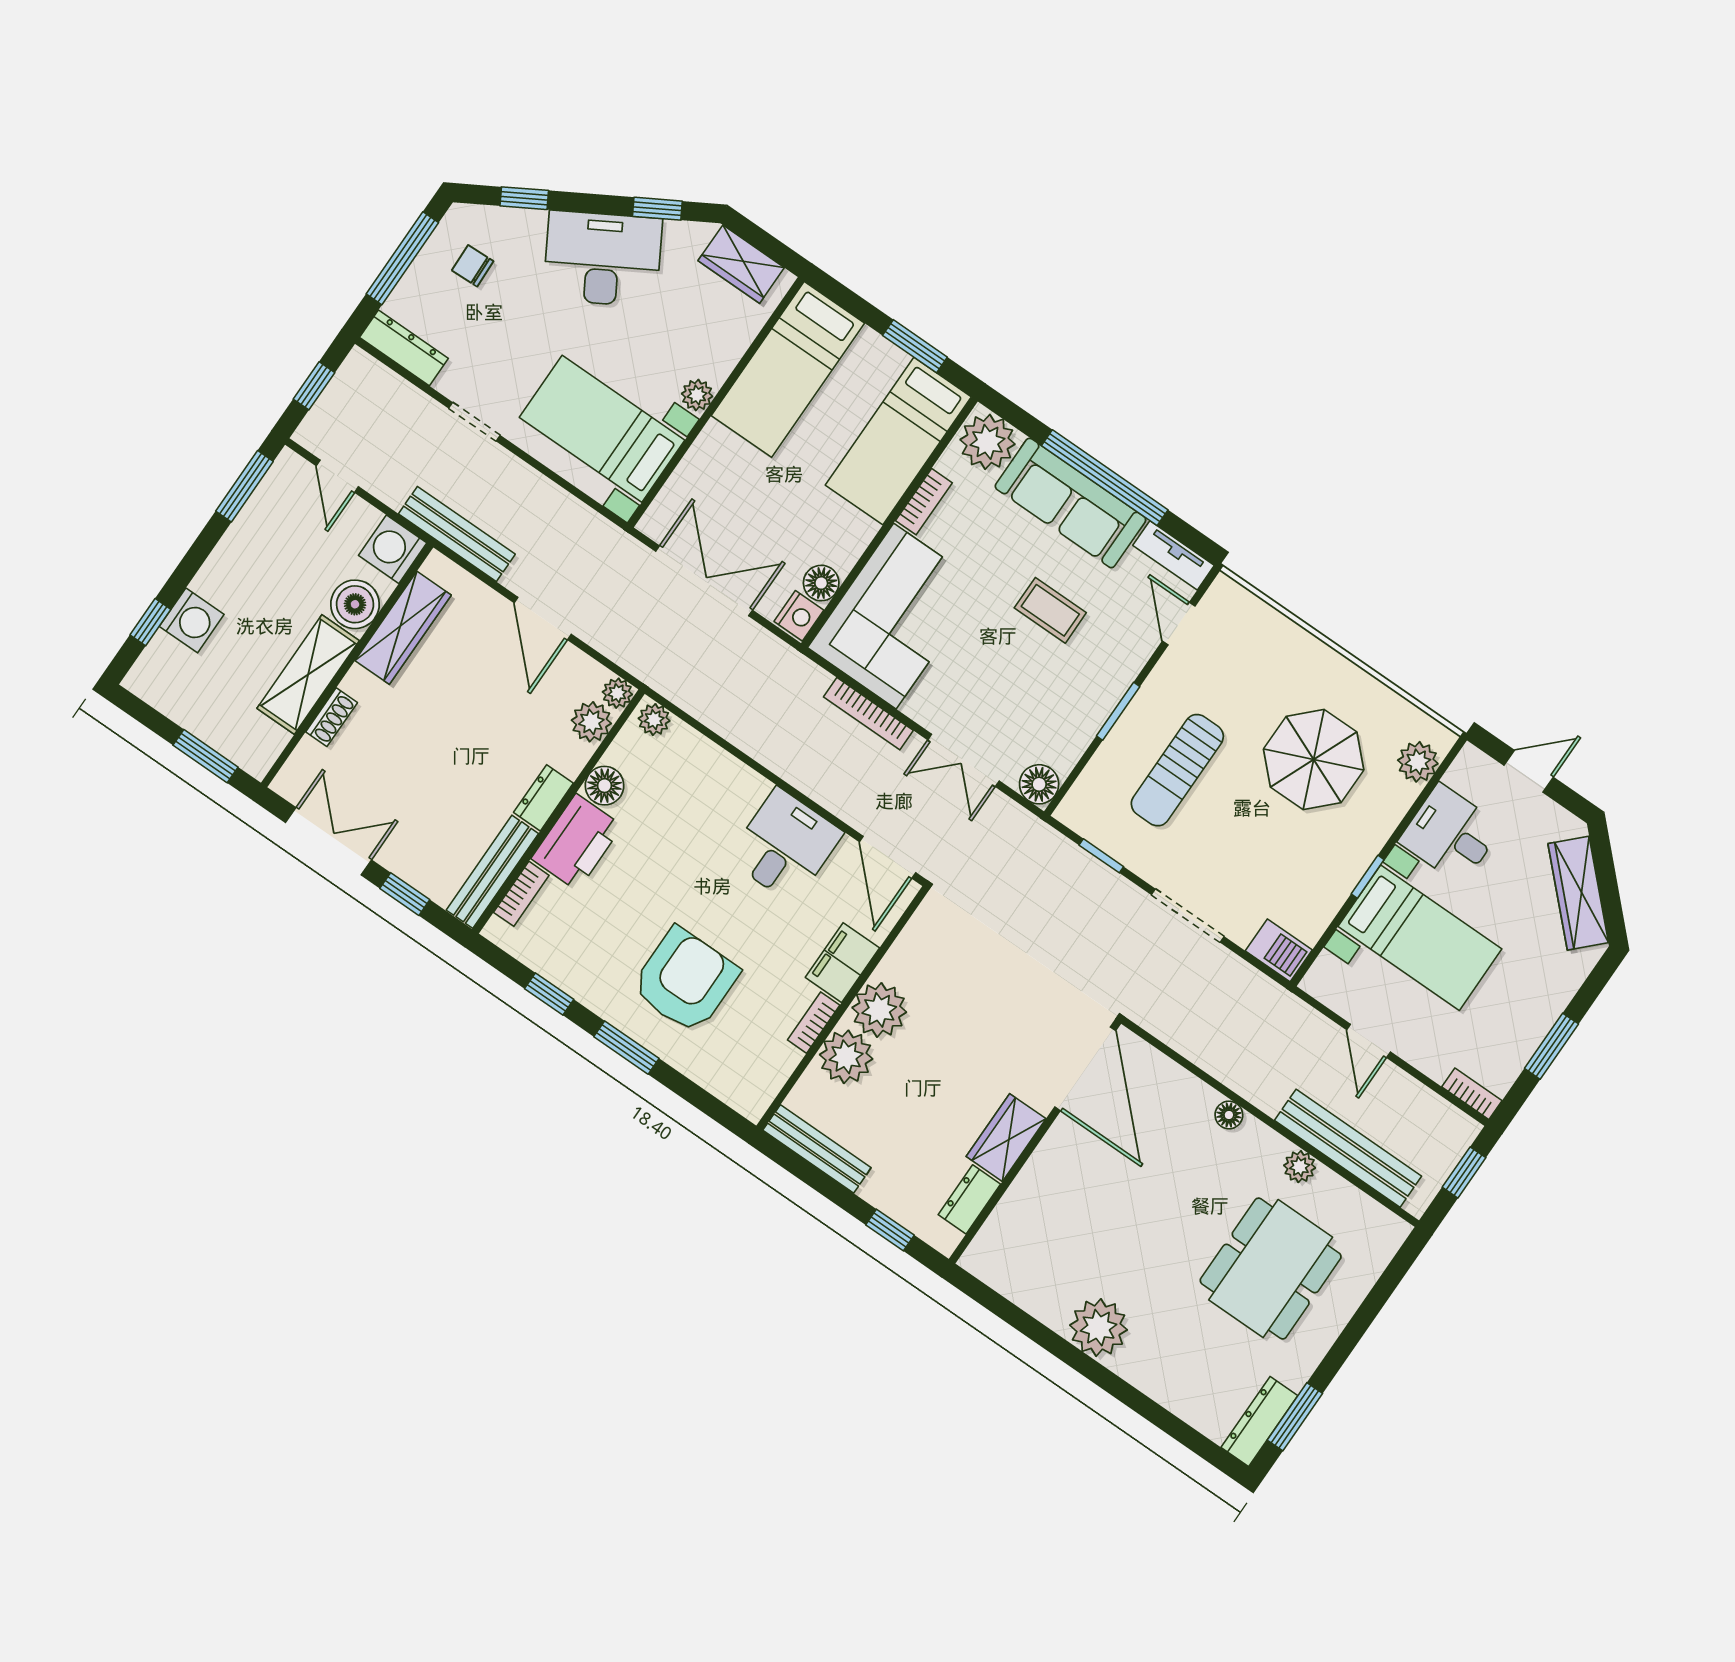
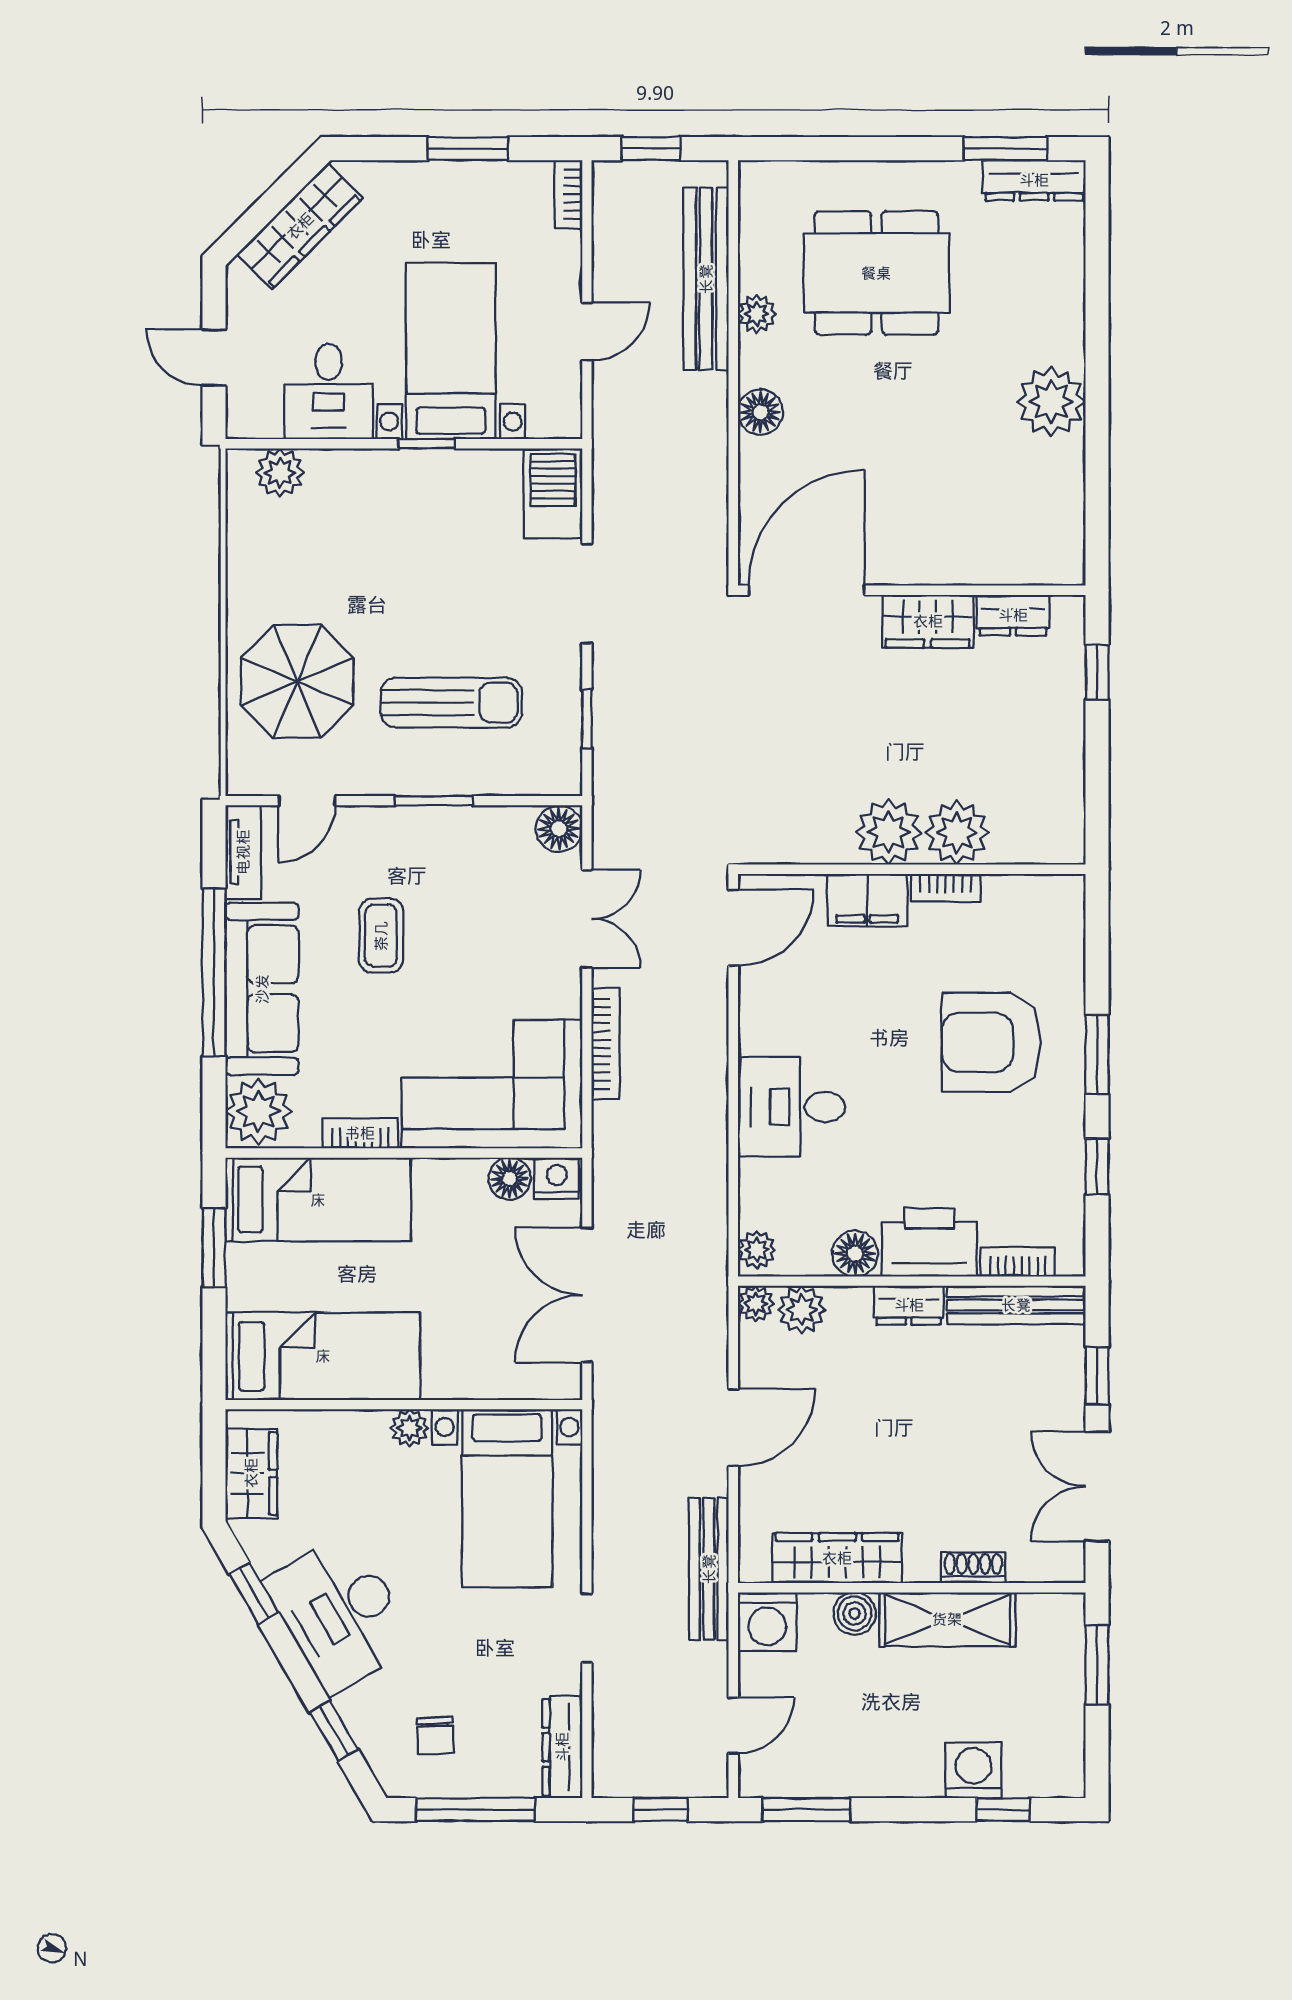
boiler: (355, 604) -> (855, 1613), width x0.73, depth x0.73
parasol: (1314, 760) -> (297, 682), moved
desk: (785, 846) -> (792, 1107), moved
barbecue: (1279, 950) -> (553, 493), width x1.38, depth x1.27
floor lamp: (1229, 1115) -> (760, 412), width x1.37, depth x1.37
bench: (817, 1149) -> (1067, 799), removed

